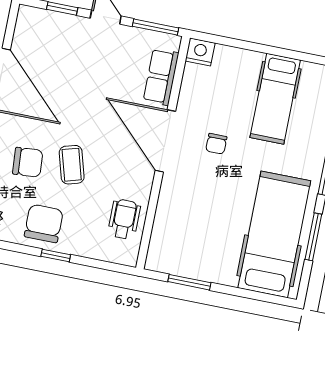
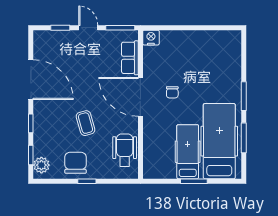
hospital bed: (275, 99) -> (188, 152), moved, turned 180
chair: (28, 162) -> (58, 127), removed
wheelchair: (124, 219) -> (125, 150), width x1.36, depth x1.37
window: (189, 282) -> (194, 181), moved

